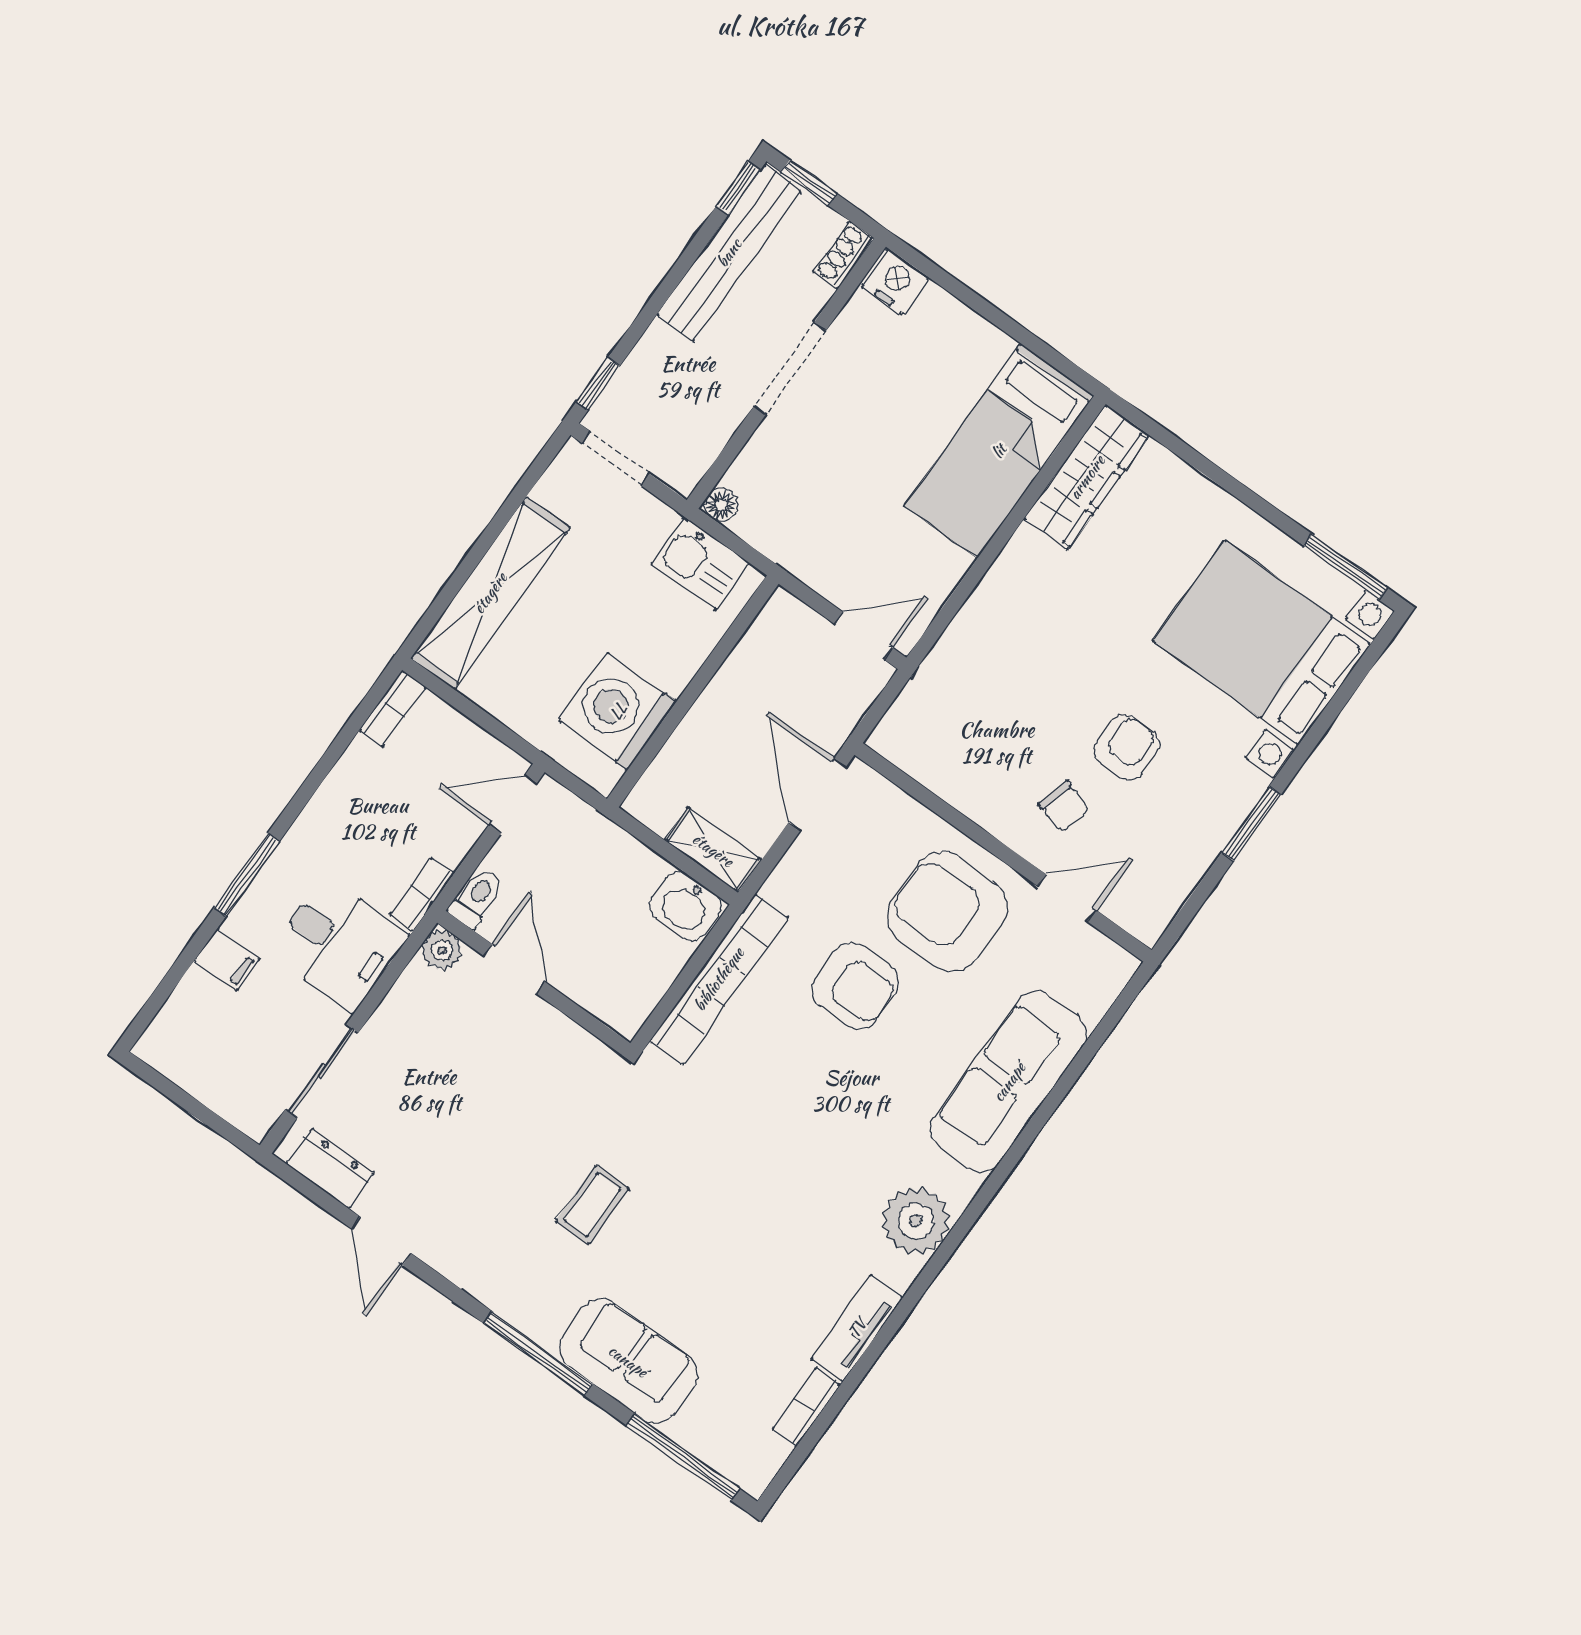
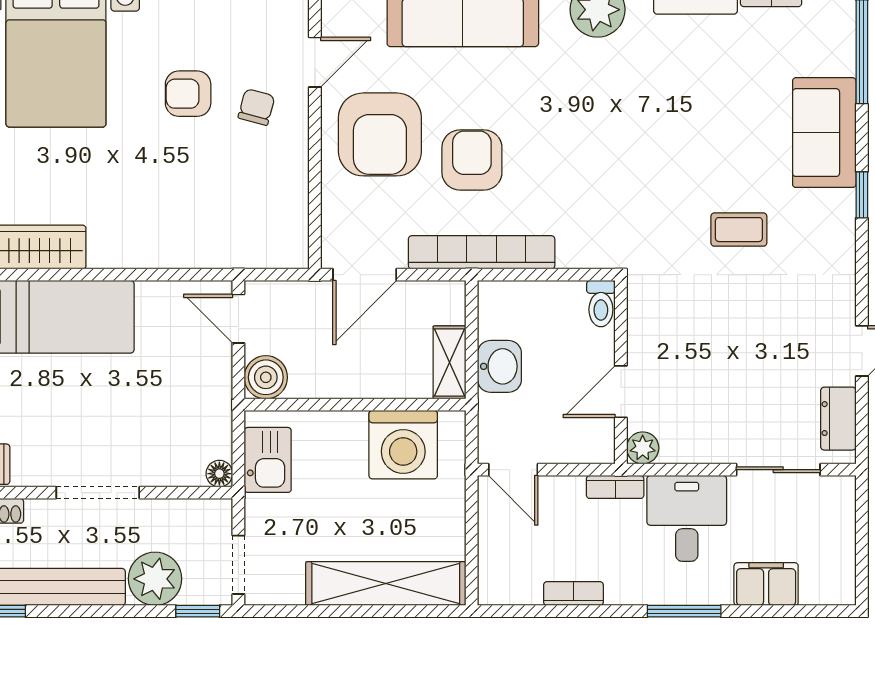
plant: (662, 364) -> (155, 579), added
boiler: (785, 621) -> (266, 377), added
bookcase: (393, 709) -> (573, 594), moved
shelving: (713, 850) -> (450, 362), moved
toilet: (476, 898) -> (601, 304), moved, turned -90
door: (1067, 898) -> (315, 62), swing flipped
washbasin: (686, 906) -> (499, 366), moved
filing cabinet: (227, 960) -> (766, 584), width x2.00
bookcase: (719, 979) -> (482, 252), moved
window: (539, 1354) -> (862, 195), width x0.46

